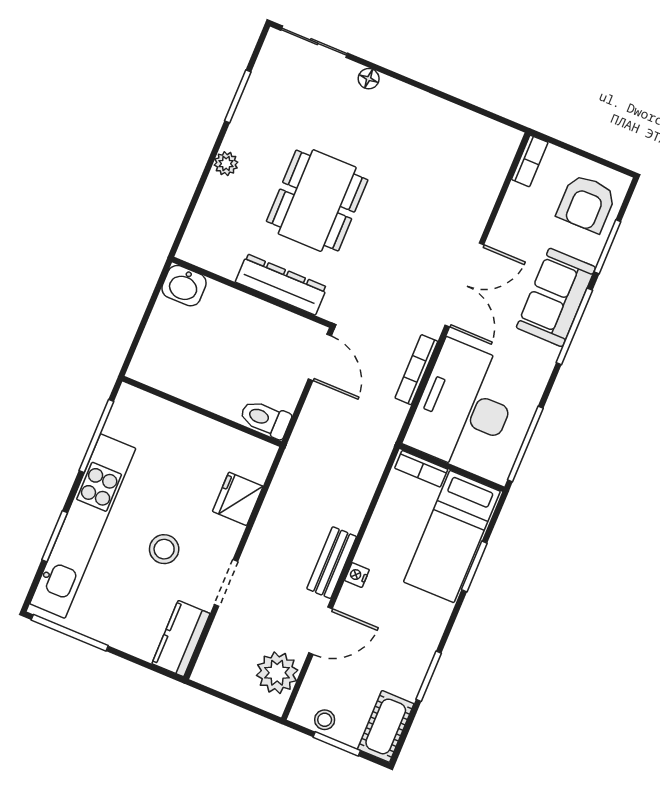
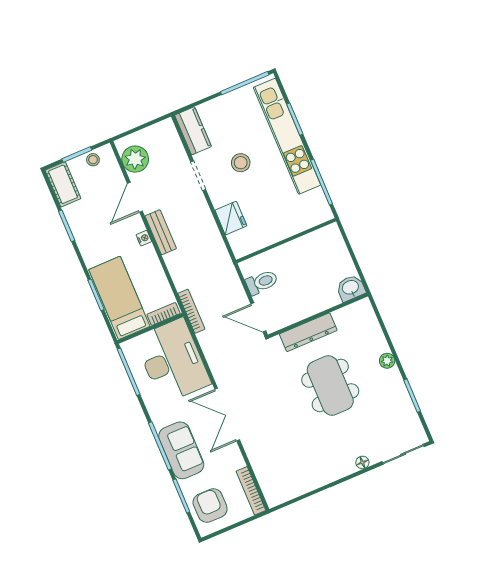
bookcase: (530, 161) -> (251, 491), width x1.56
bookcase: (416, 370) -> (191, 311), moved
toilet: (265, 419) -> (262, 282), moved

